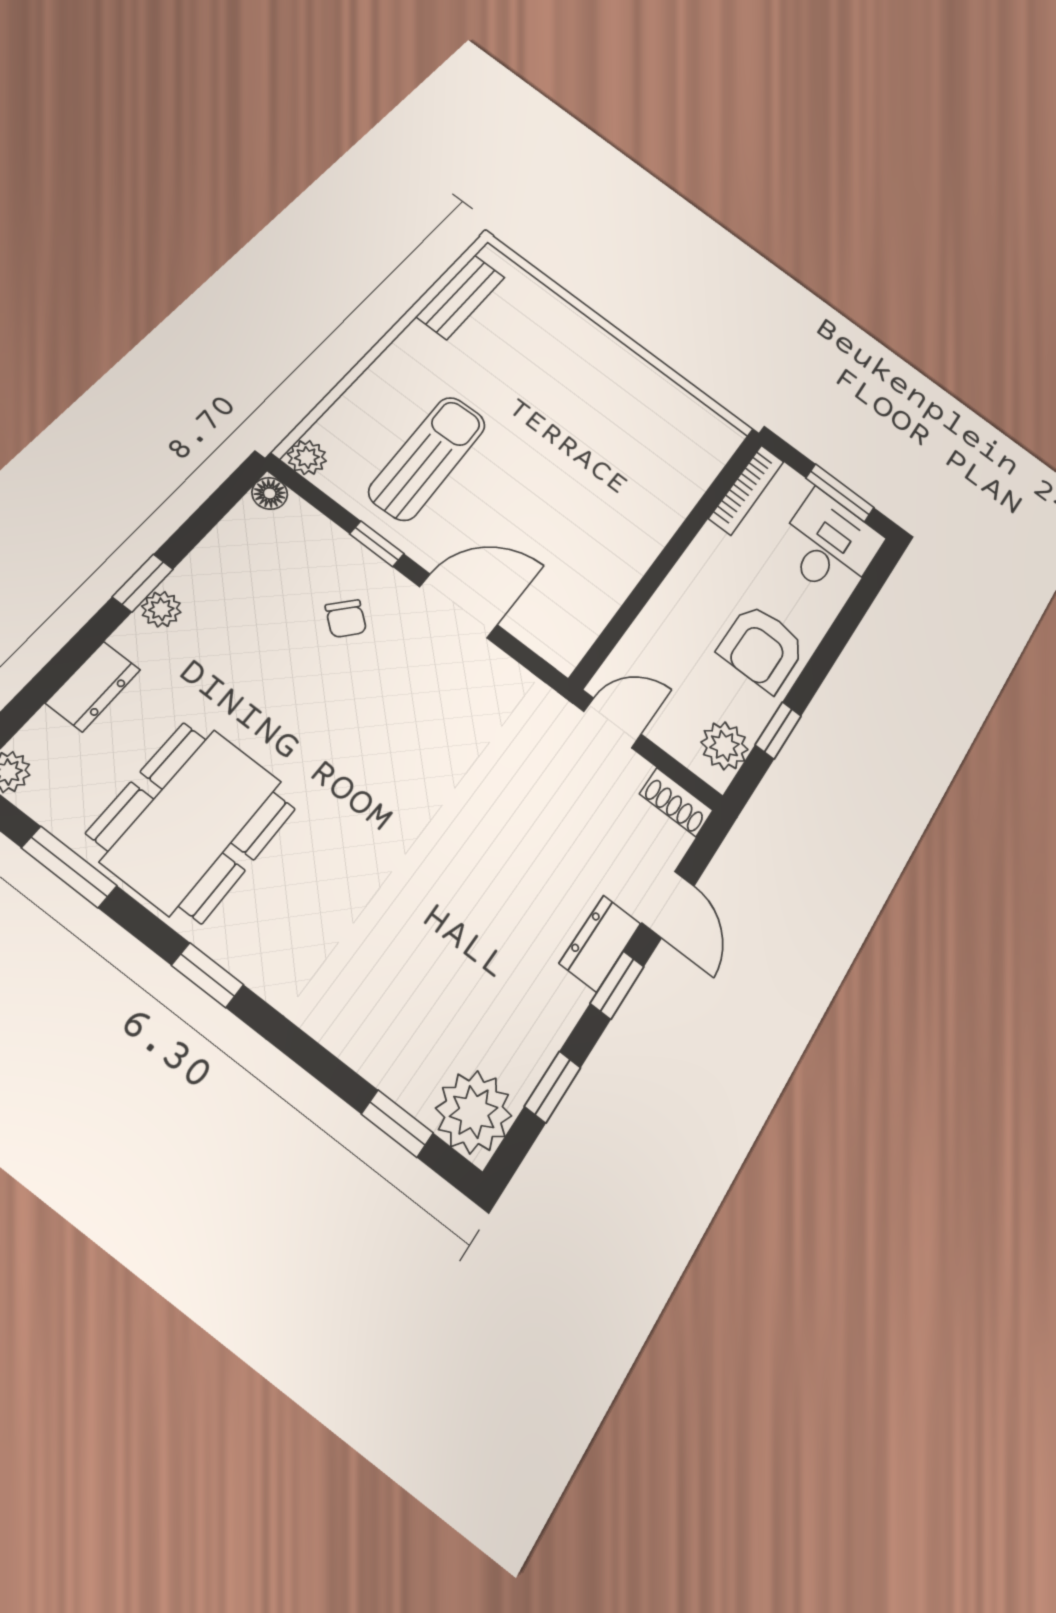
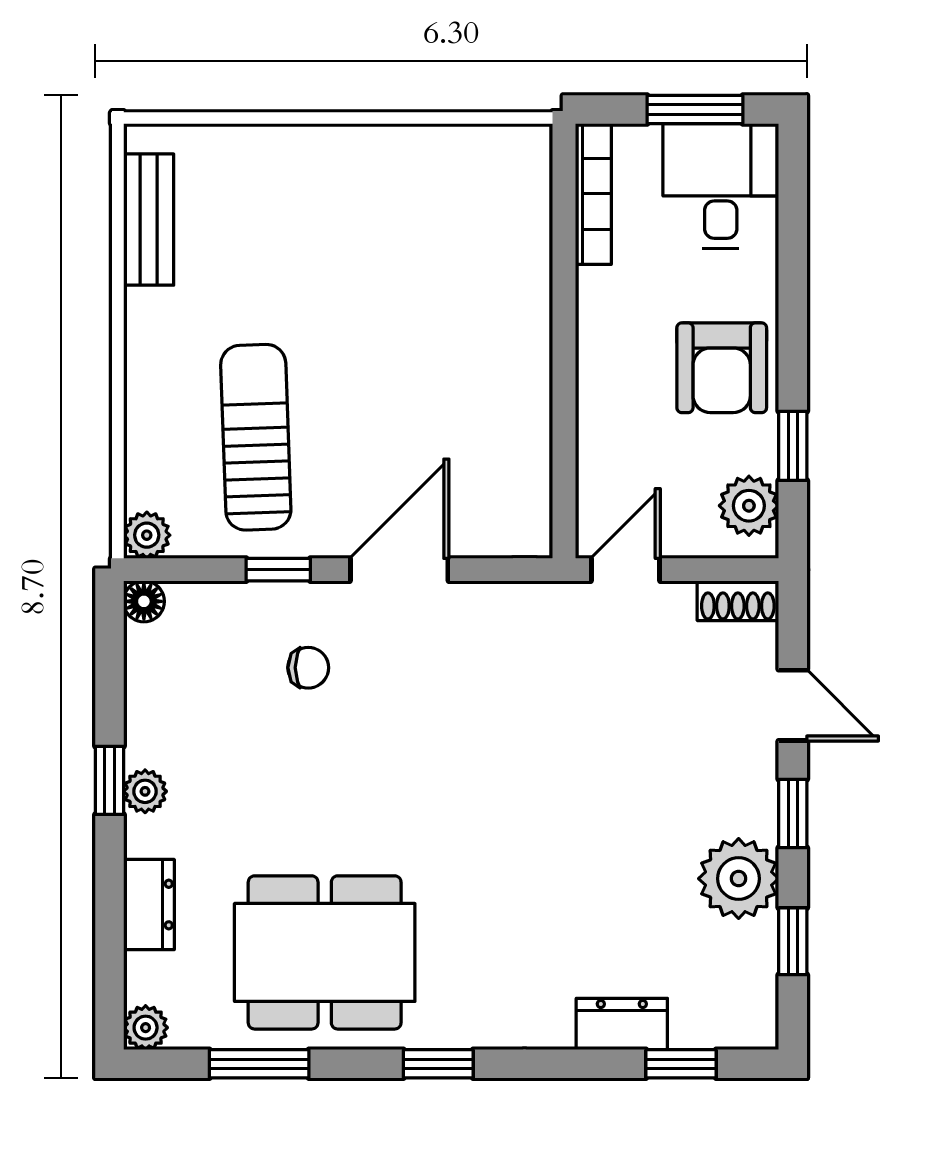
chair: (346, 619) -> (308, 668), turned -40
dining table: (192, 821) -> (325, 952), turned 90
dresser: (600, 943) -> (622, 1024), moved, turned 90
plant: (474, 1112) -> (739, 879), moved

